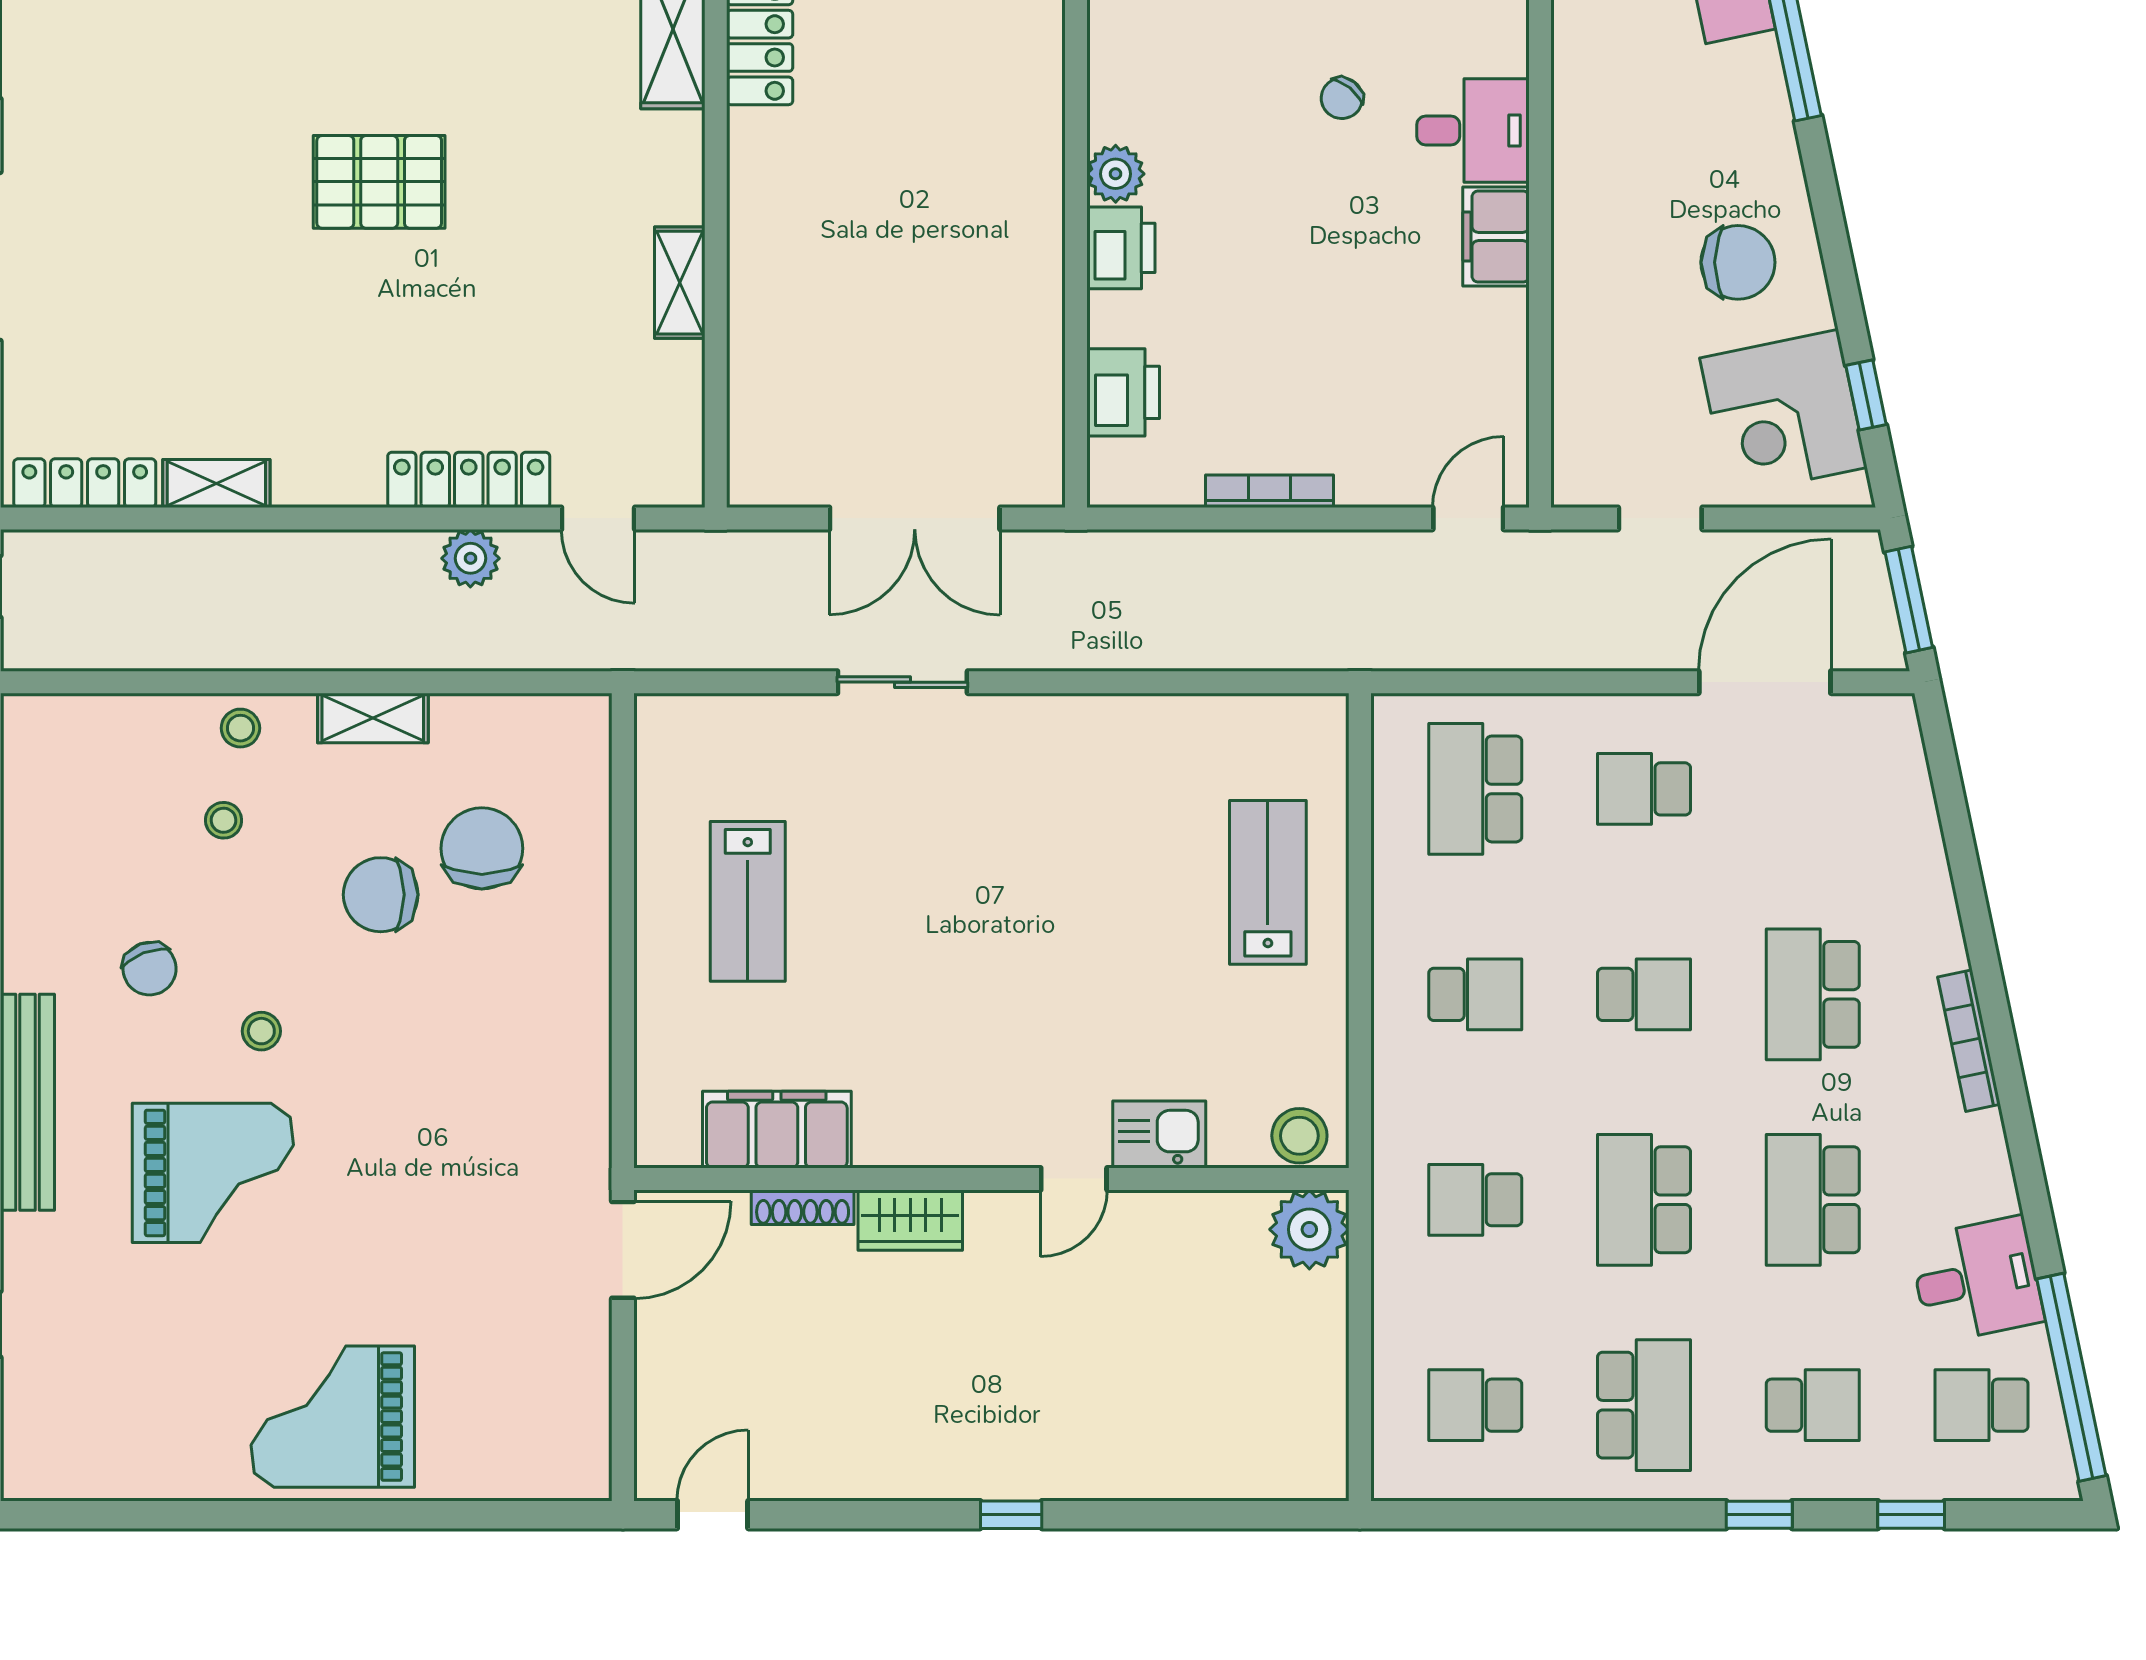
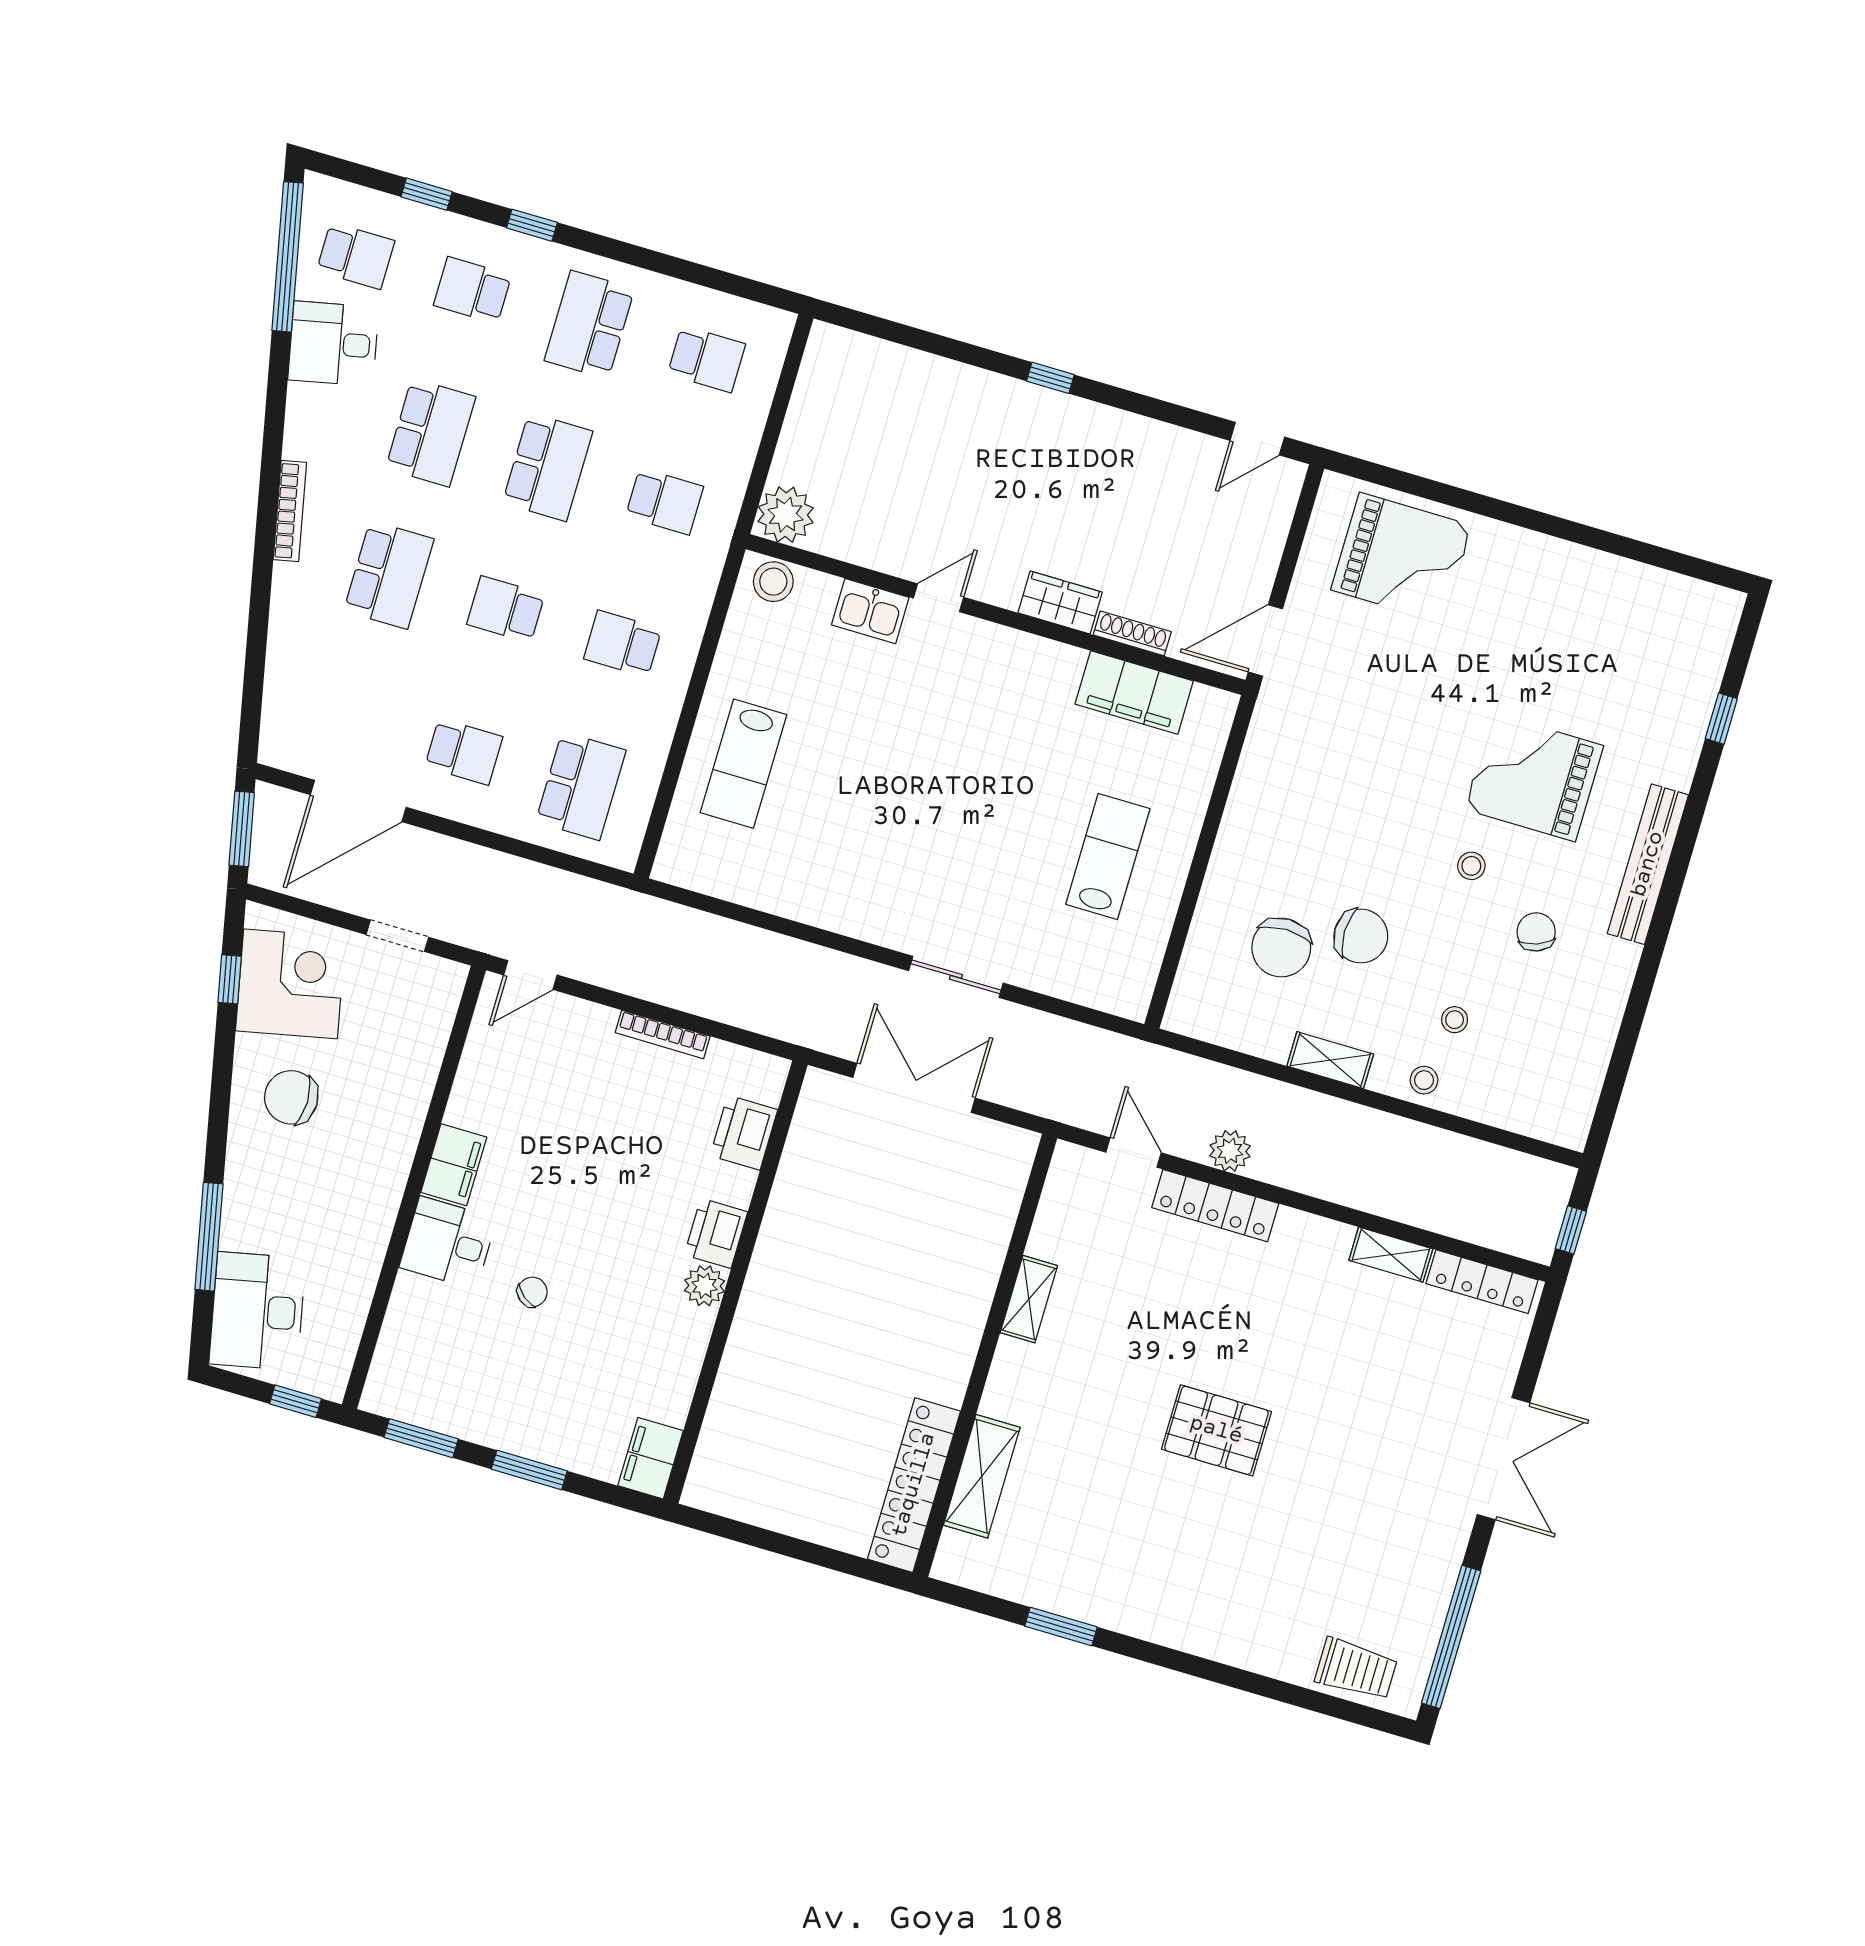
grand piano: (333, 1417) -> (1401, 558), moved

